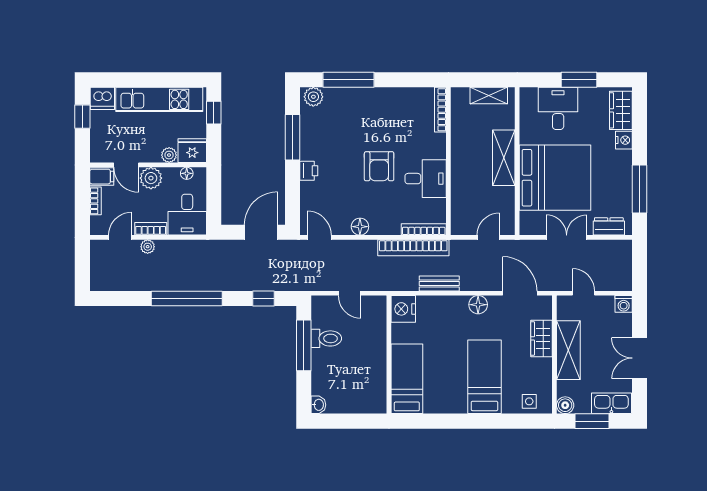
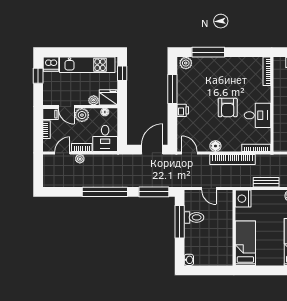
bookcase: (413, 248) -> (232, 160), moved
window: (264, 298) -> (154, 192), width x2.17

